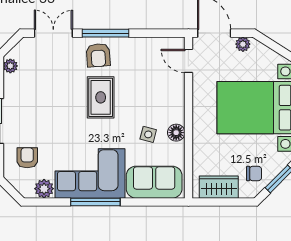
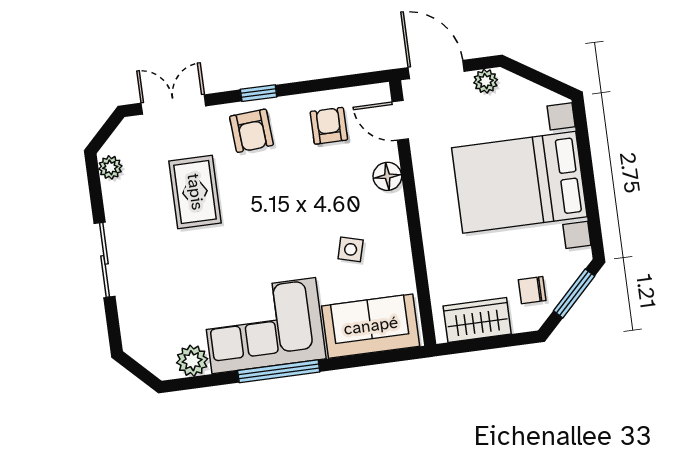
window: (105, 33) -> (259, 93), width x0.46
rug: (101, 97) -> (195, 192), moved
floor lamp: (176, 133) -> (387, 176), moved
armchair: (27, 158) -> (329, 126), moved
chair: (254, 173) -> (532, 290), turned 180

